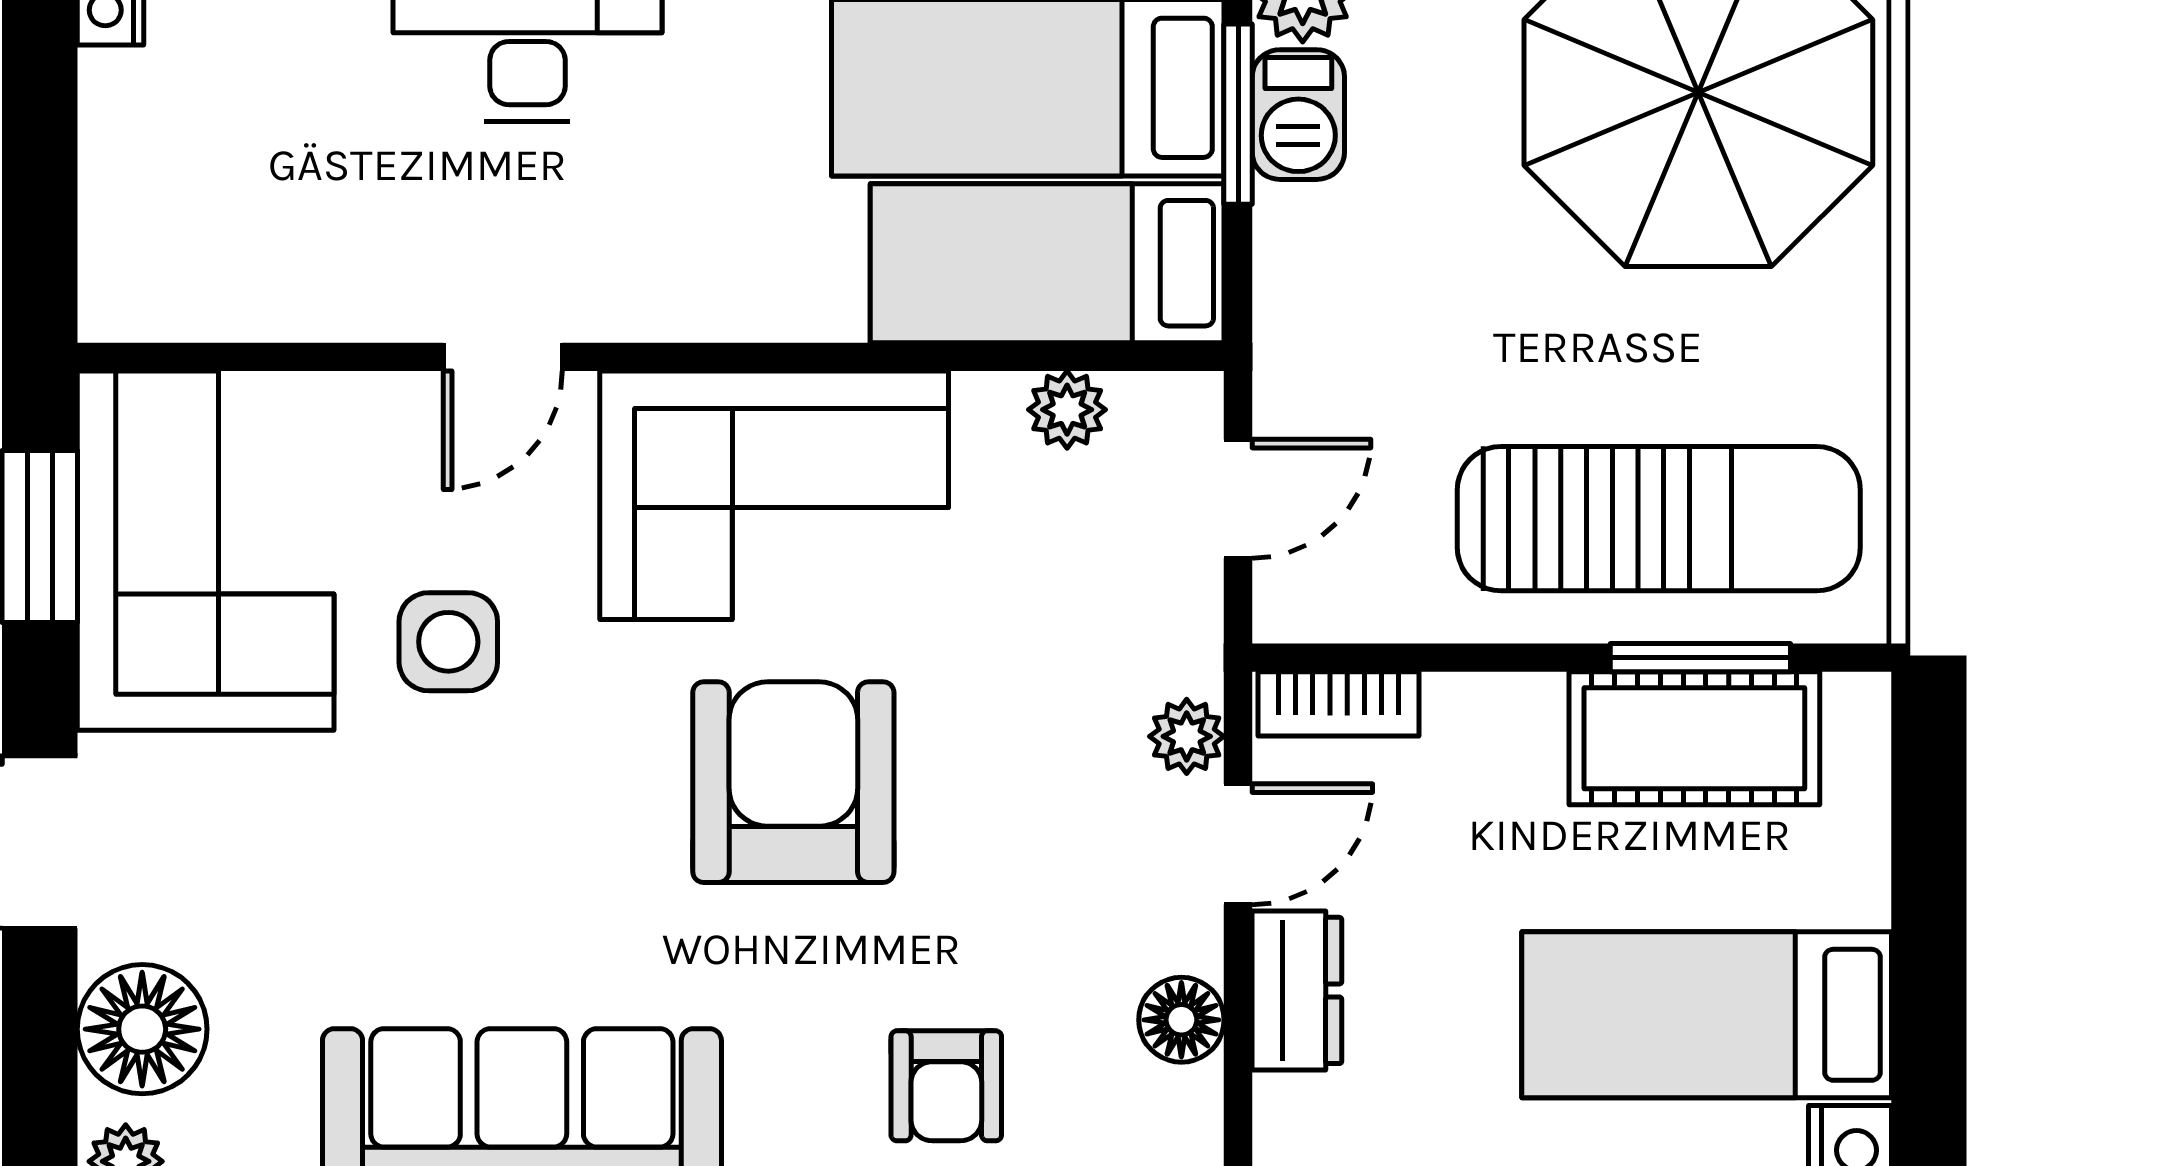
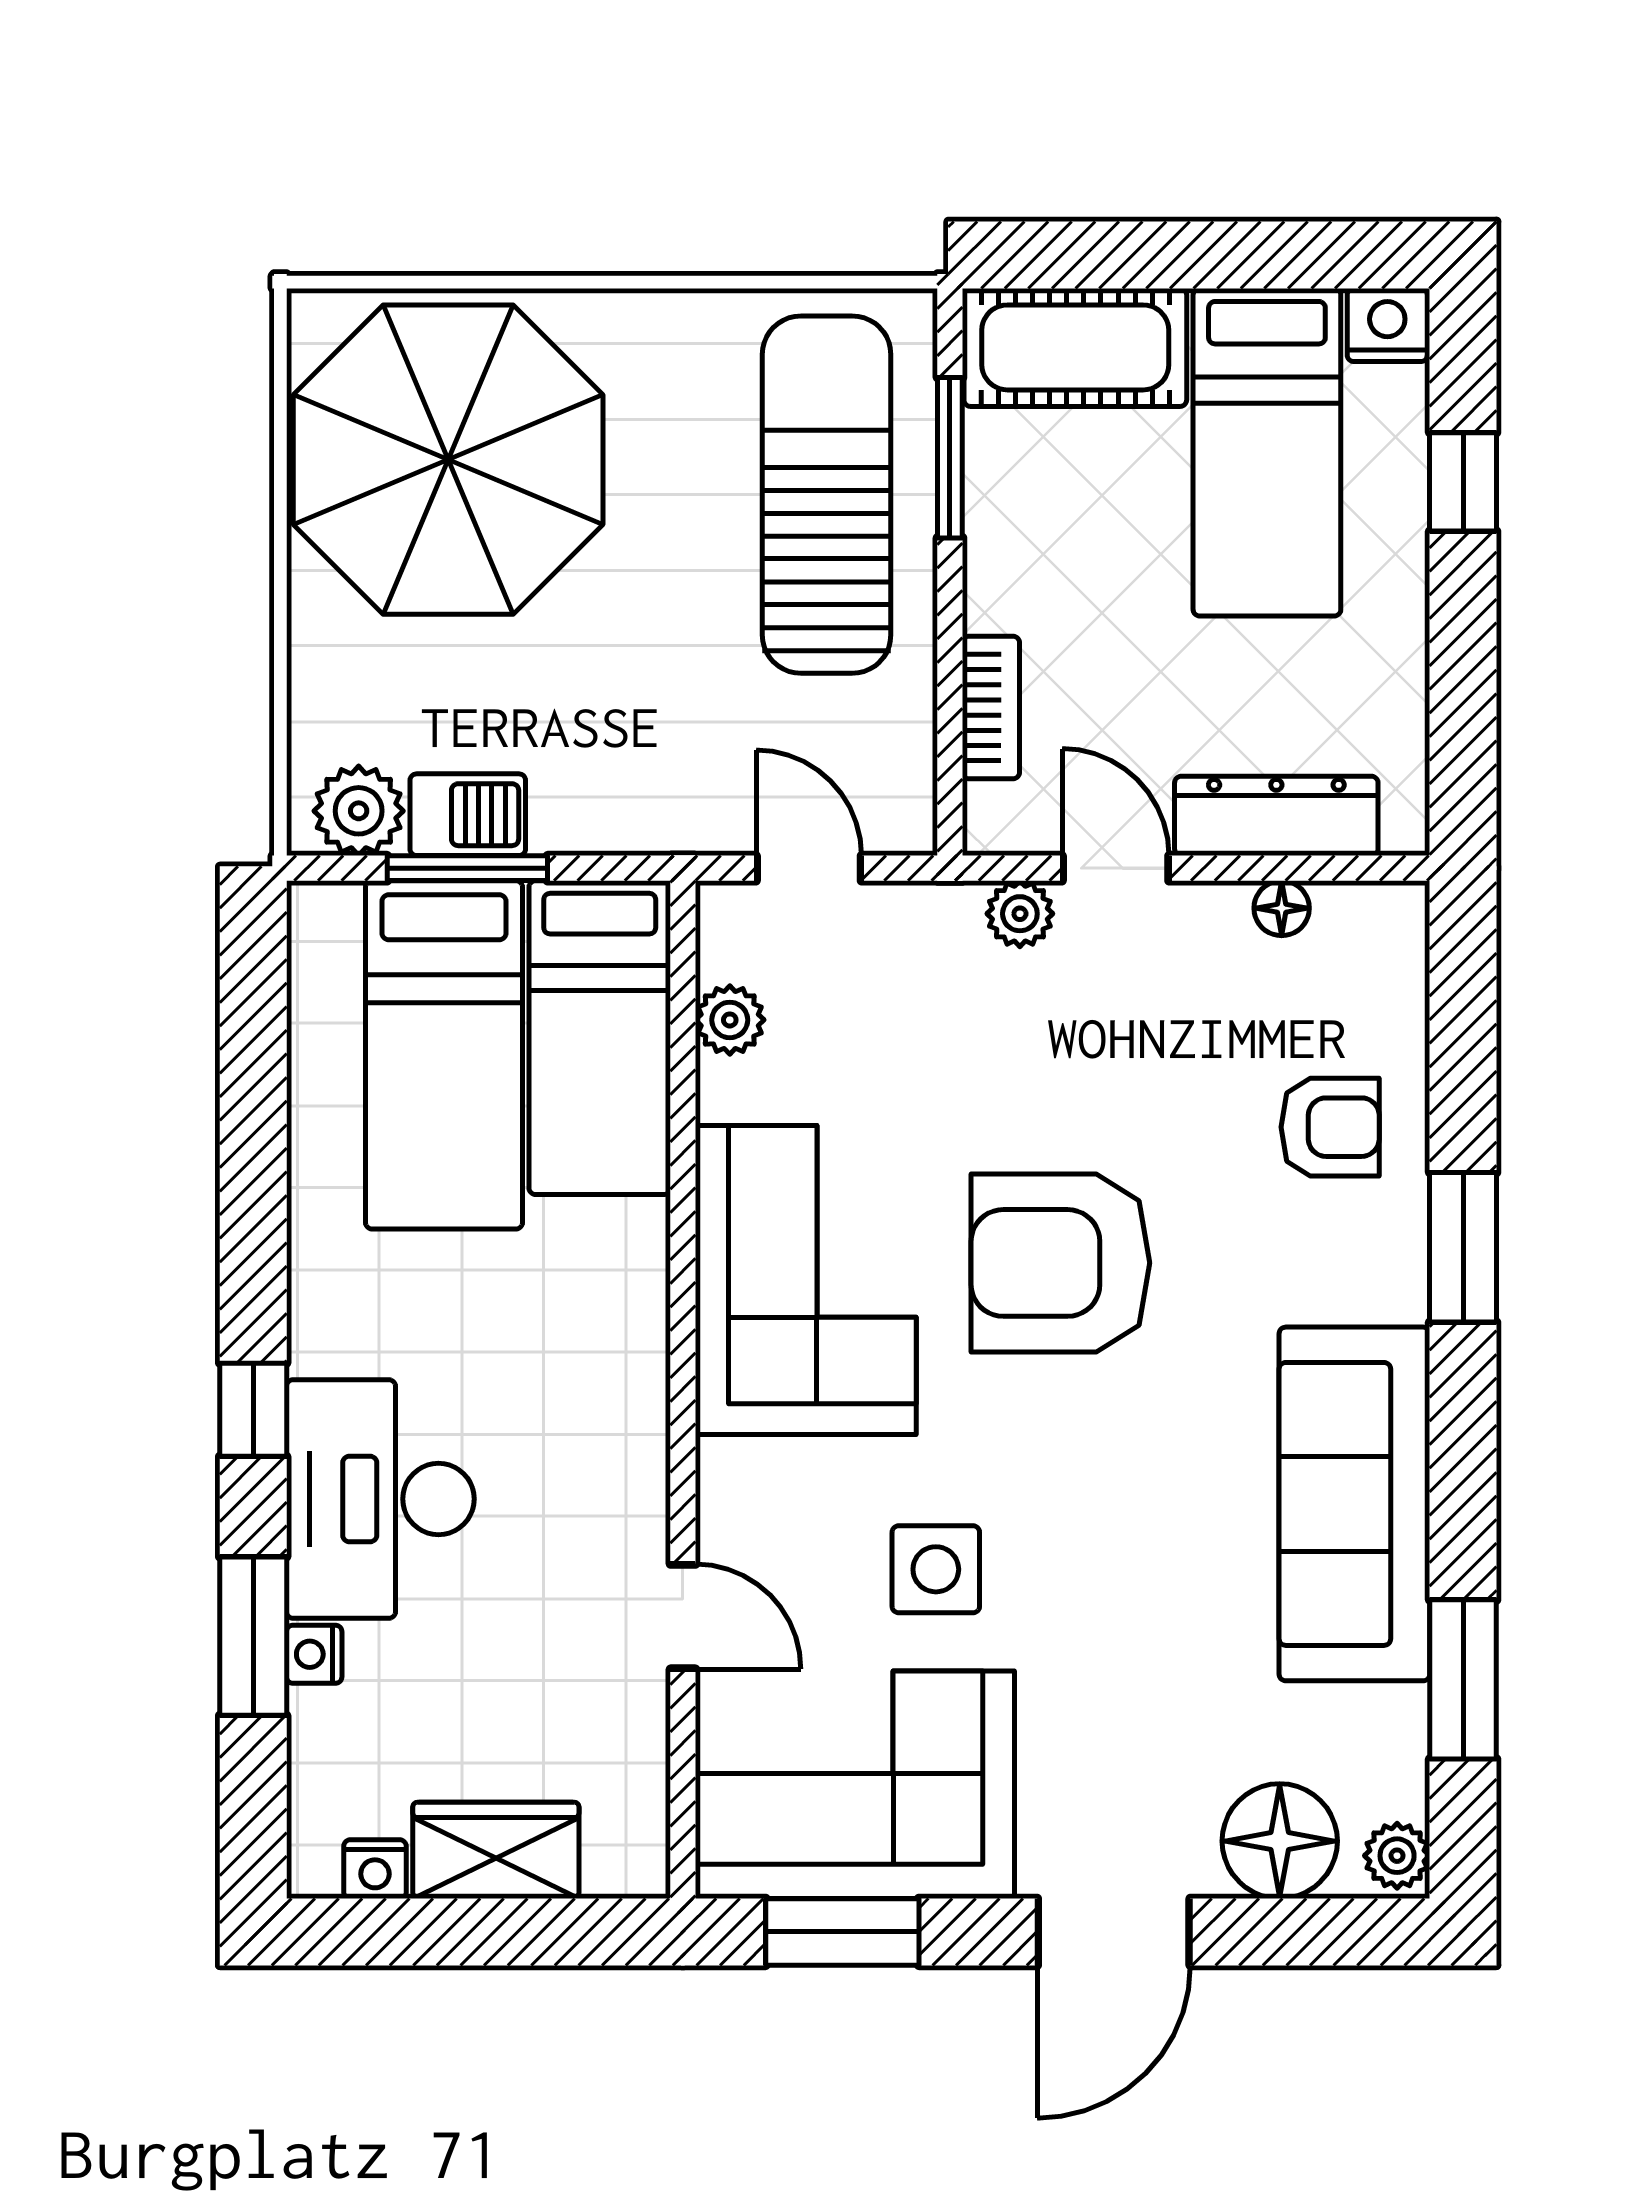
wardrobe: (132, 146) -> (496, 1850), added
door: (503, 357) -> (683, 1617), moved
bookcase: (1339, 704) -> (991, 707), moved
cot: (1694, 738) -> (1075, 347), moved, turned 90
dresser: (1297, 990) -> (1276, 816), width x1.44
floor lamp: (1181, 1020) -> (1282, 908), width x0.73, depth x0.73

